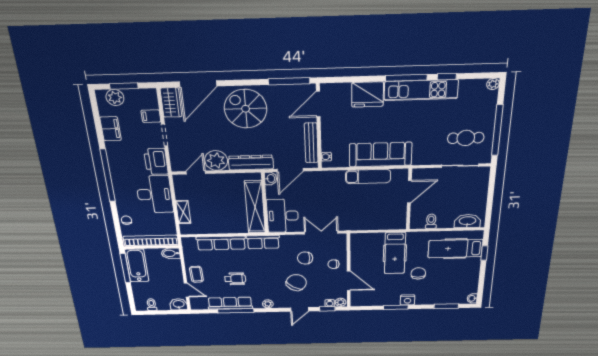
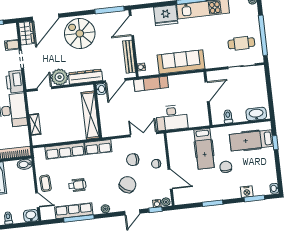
exam couch: (368, 176) -> (151, 84), moved
desk: (283, 216) -> (172, 118), moved, turned -90
nightstand: (408, 300) -> (247, 192), moved

